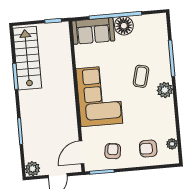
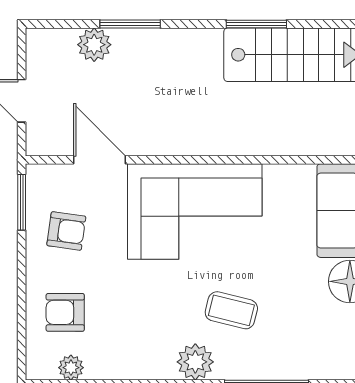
armchair: (148, 149) -> (65, 312), turned -90
door: (82, 152) -> (99, 160), moved
plant: (33, 169) -> (94, 45), moved

